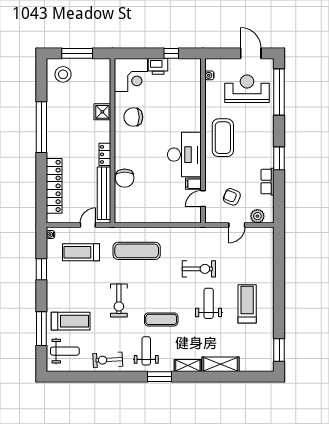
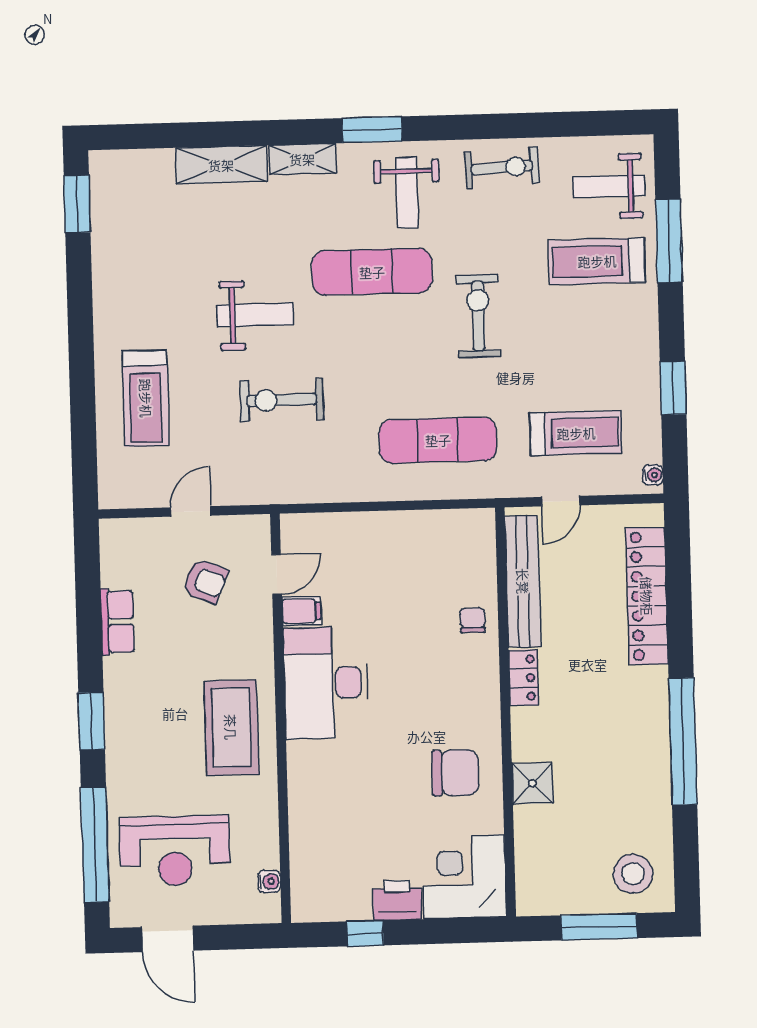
window: (279, 158) -> (92, 721), moved
chair: (125, 178) -> (473, 620), width x0.54, depth x0.54
plant: (257, 216) -> (140, 535), removed
weight bench: (209, 303) -> (255, 315), turned -90
treadmill: (247, 304) -> (146, 398), moved
exercise mat: (161, 319) -> (372, 272), width x1.36, depth x1.45

